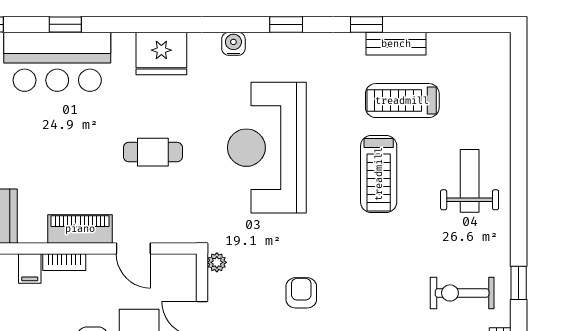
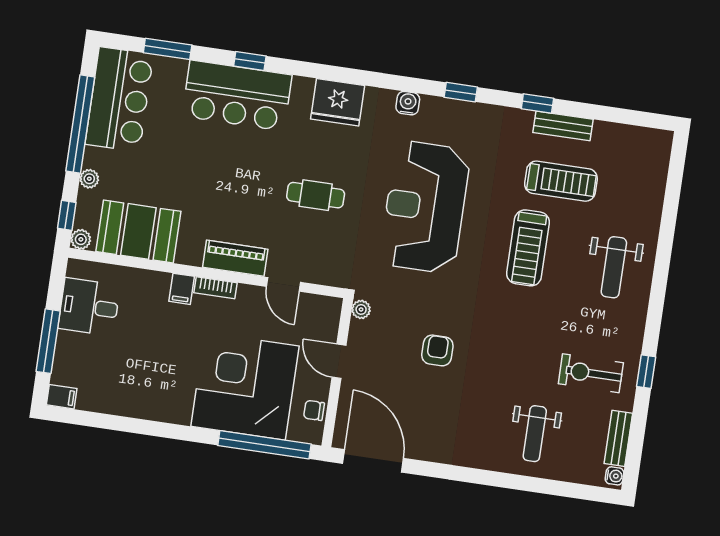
treadmill: (402, 101) -> (561, 181), turned 180
weight bench: (470, 181) -> (614, 267), turned 180

